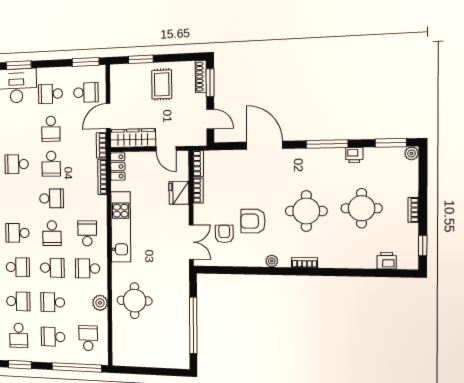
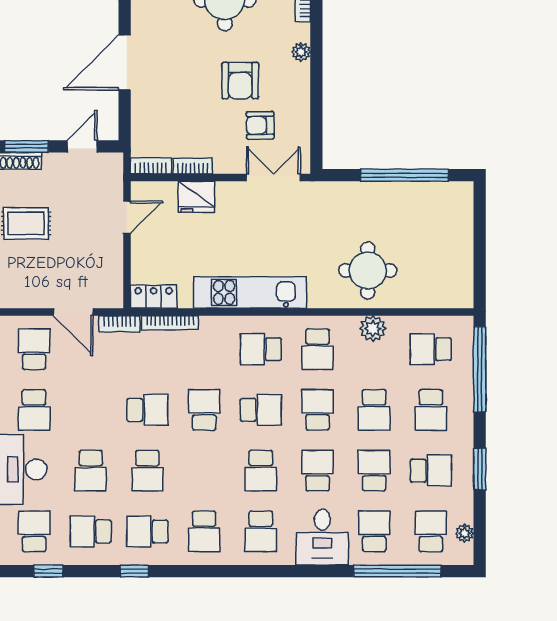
school desk: (51, 129) -> (91, 471), moved, turned 90
wardrobe: (133, 138) -> (109, 271), removed

